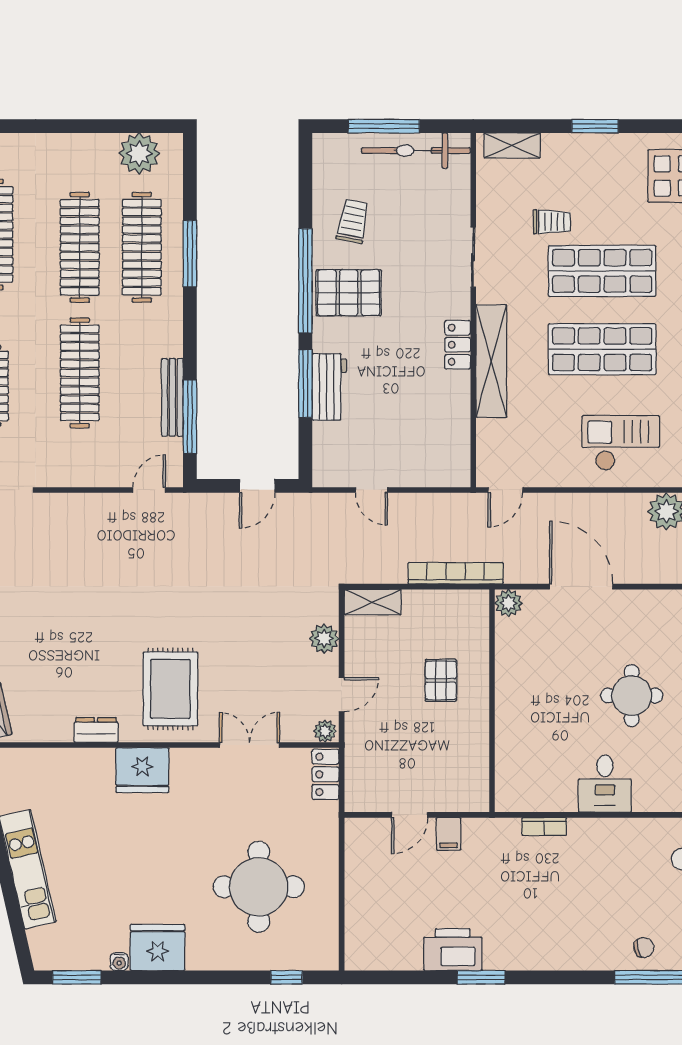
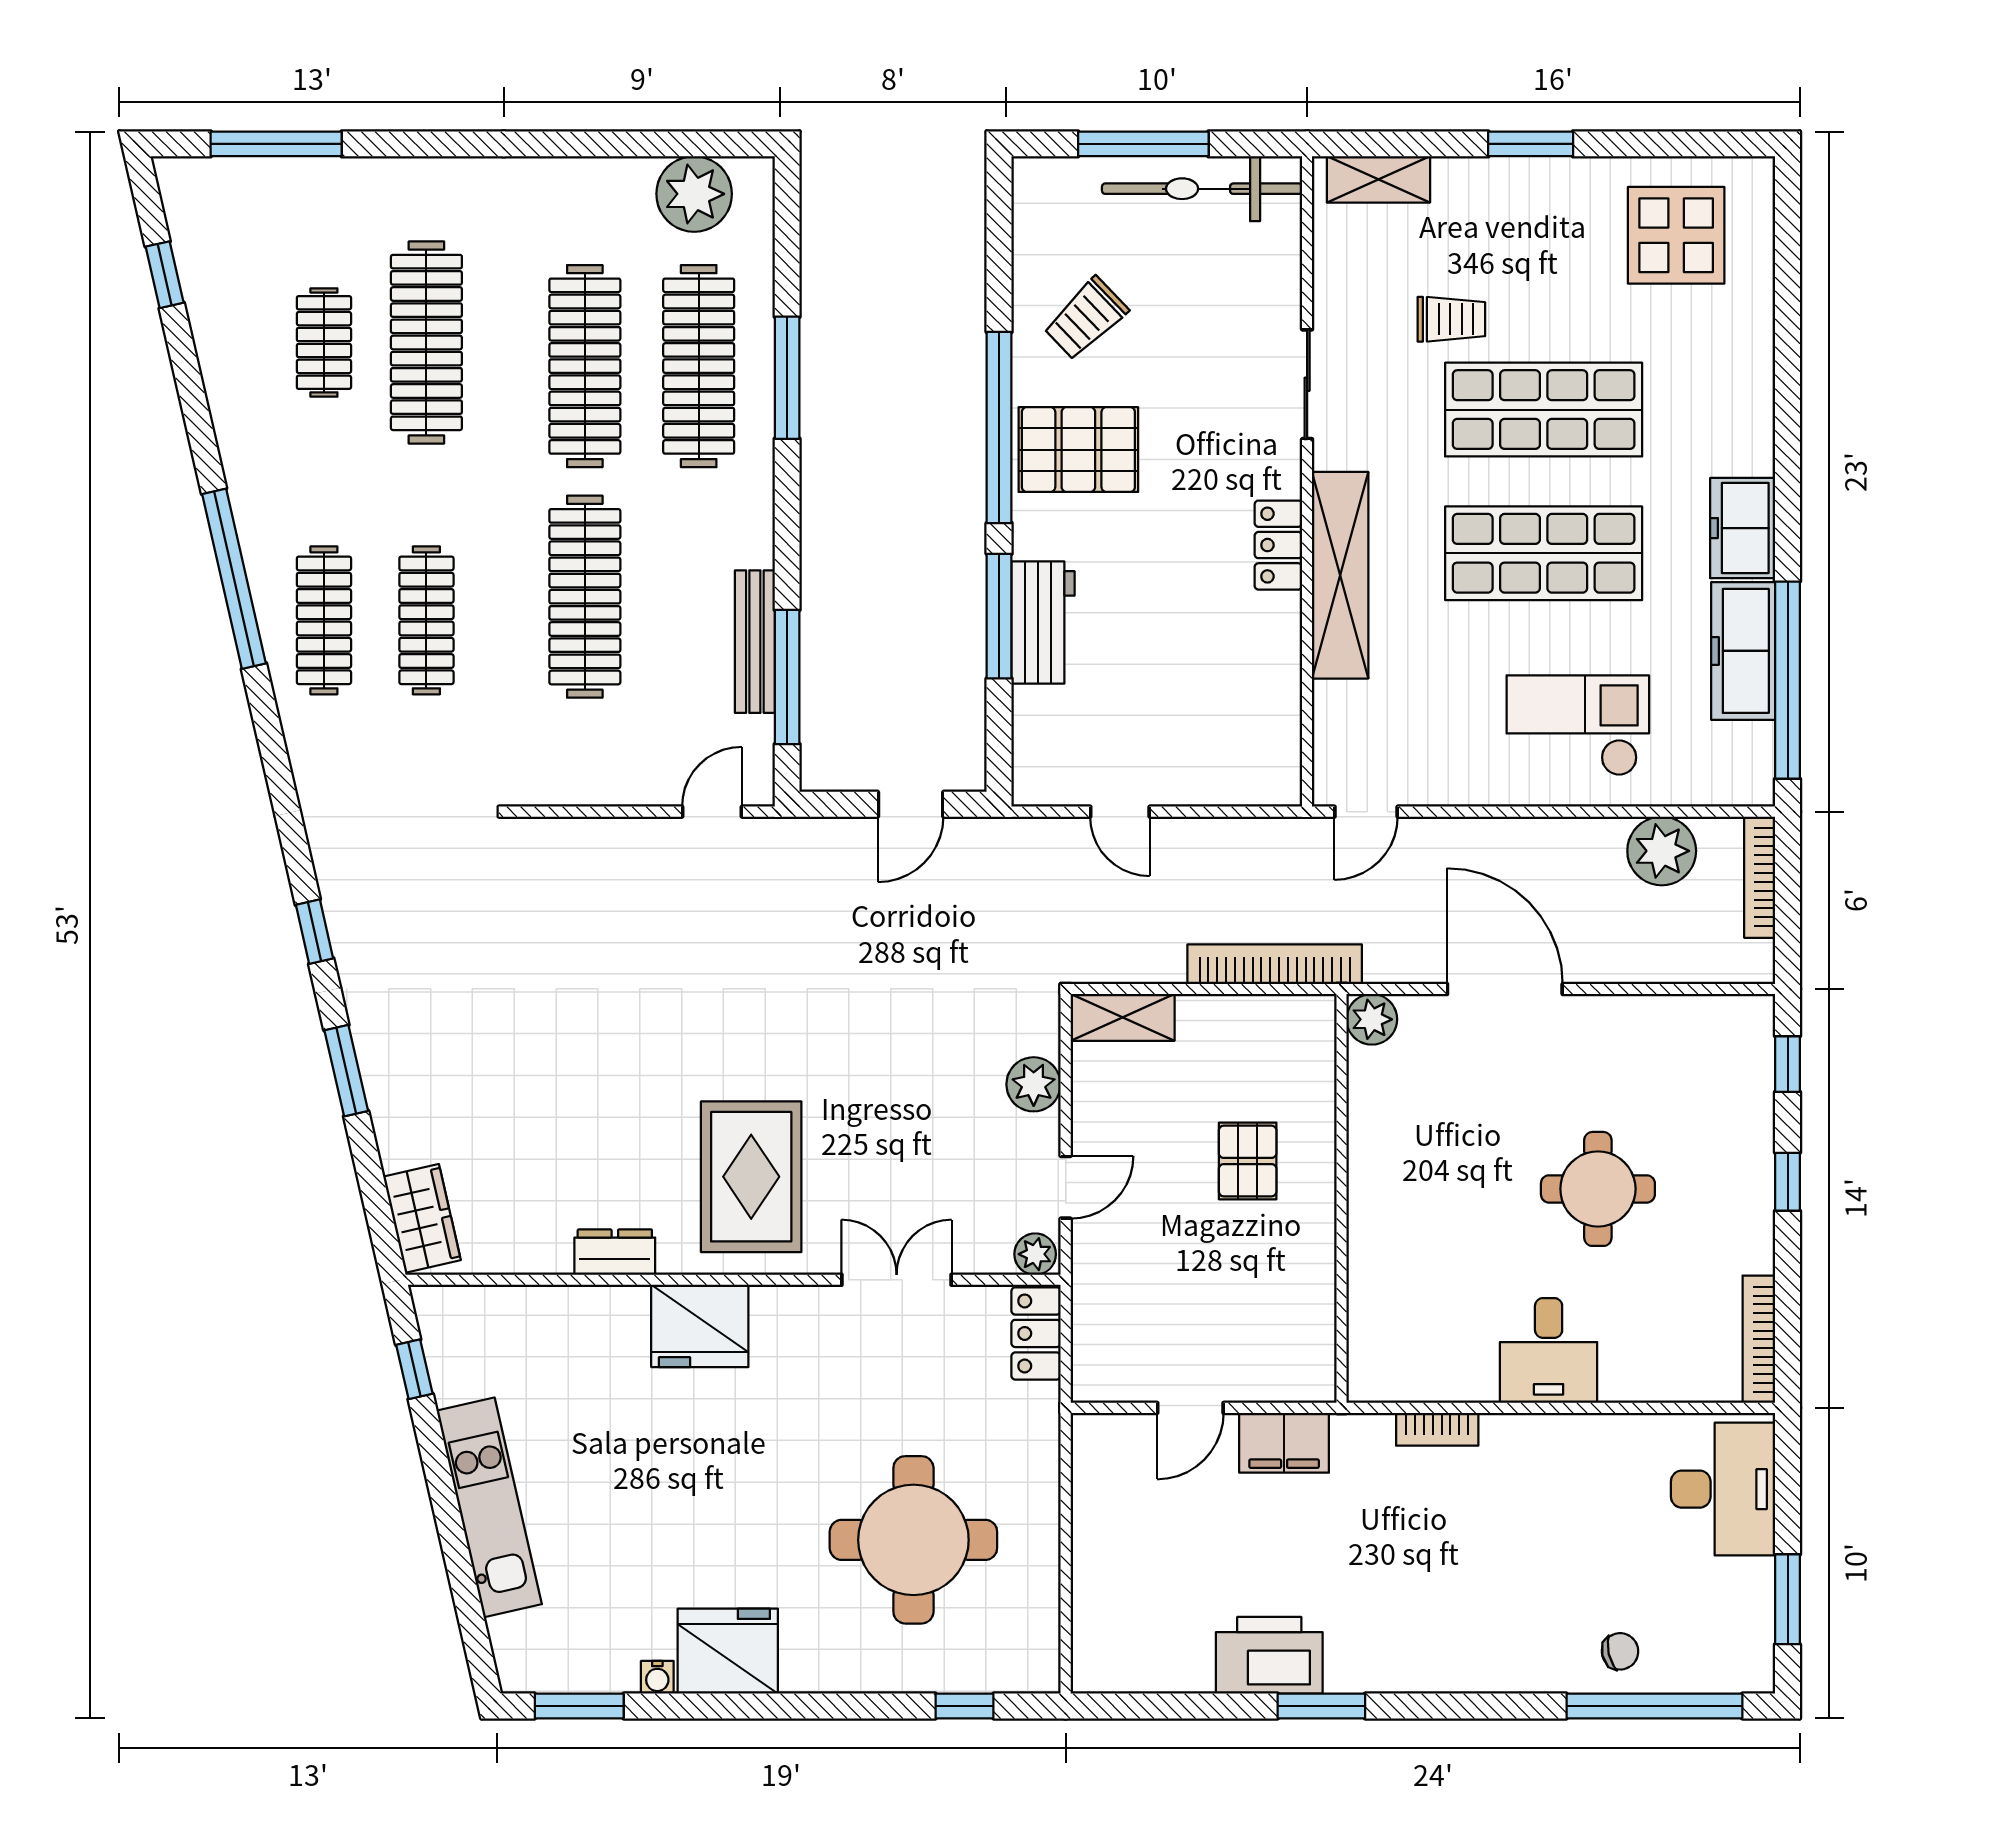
trolley: (353, 221) -> (1086, 318), turned -145
filing cabinet: (448, 834) -> (1284, 1443), width x2.00

